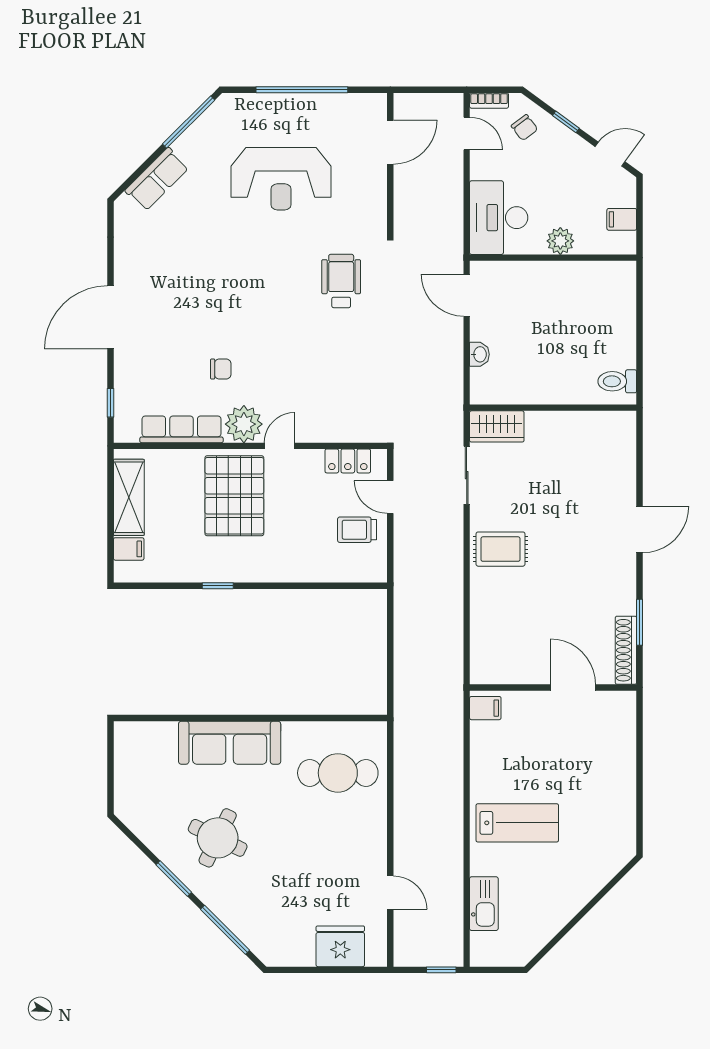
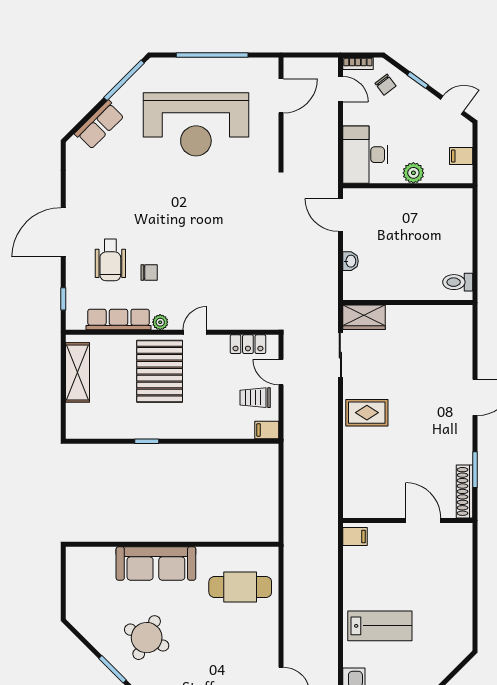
reception desk: (281, 179) -> (196, 124), width x1.36, depth x1.30
wheelchair: (341, 281) -> (110, 260), moved, turned 180
plant: (244, 424) -> (160, 322), width x0.53, depth x0.53
filing cabinet: (129, 549) -> (267, 430), moved, turned 180

